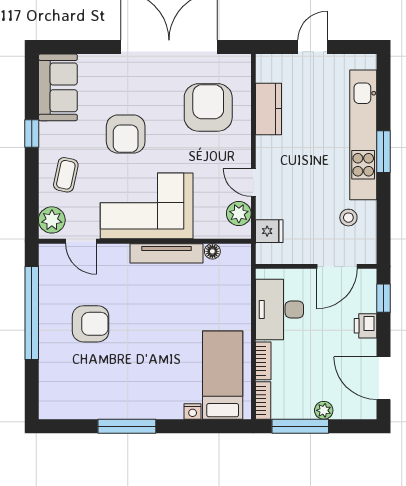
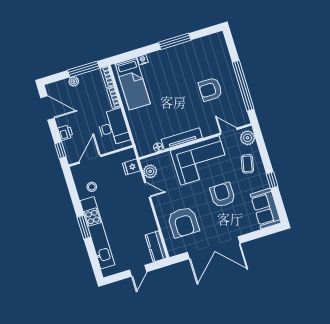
kitchen counter: (269, 109) -> (156, 246), moved

